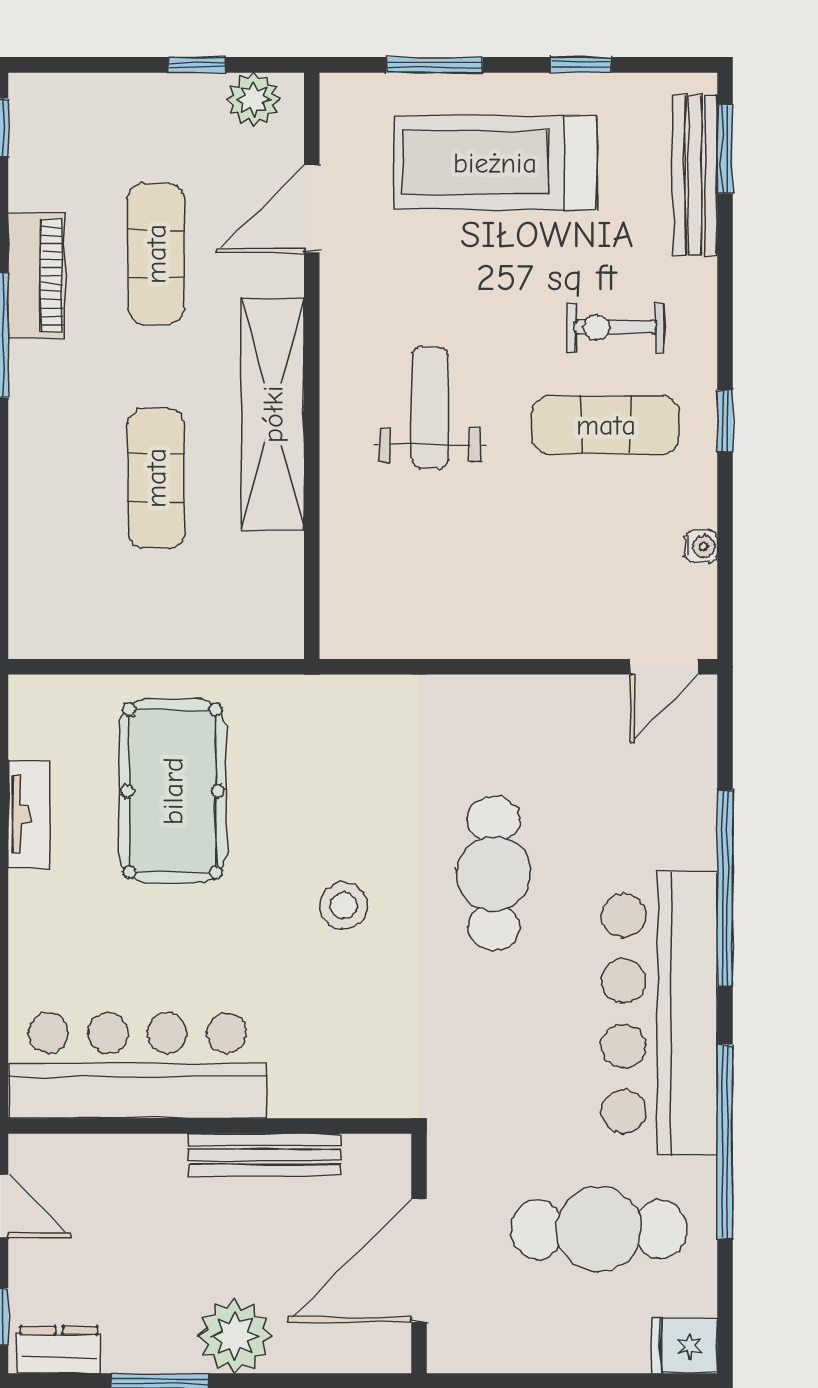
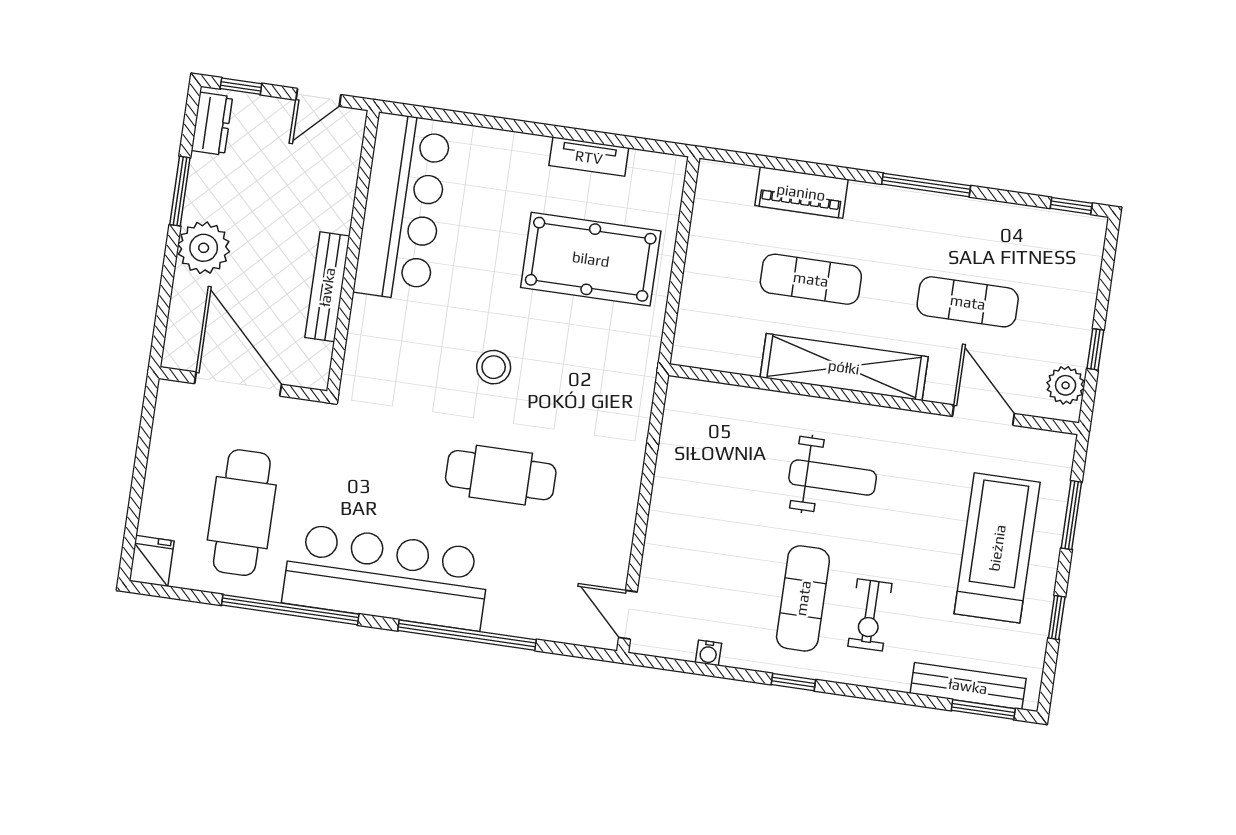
piano: (36, 276) -> (801, 192), moved
exercise bike: (615, 327) -> (870, 615), turned 180

